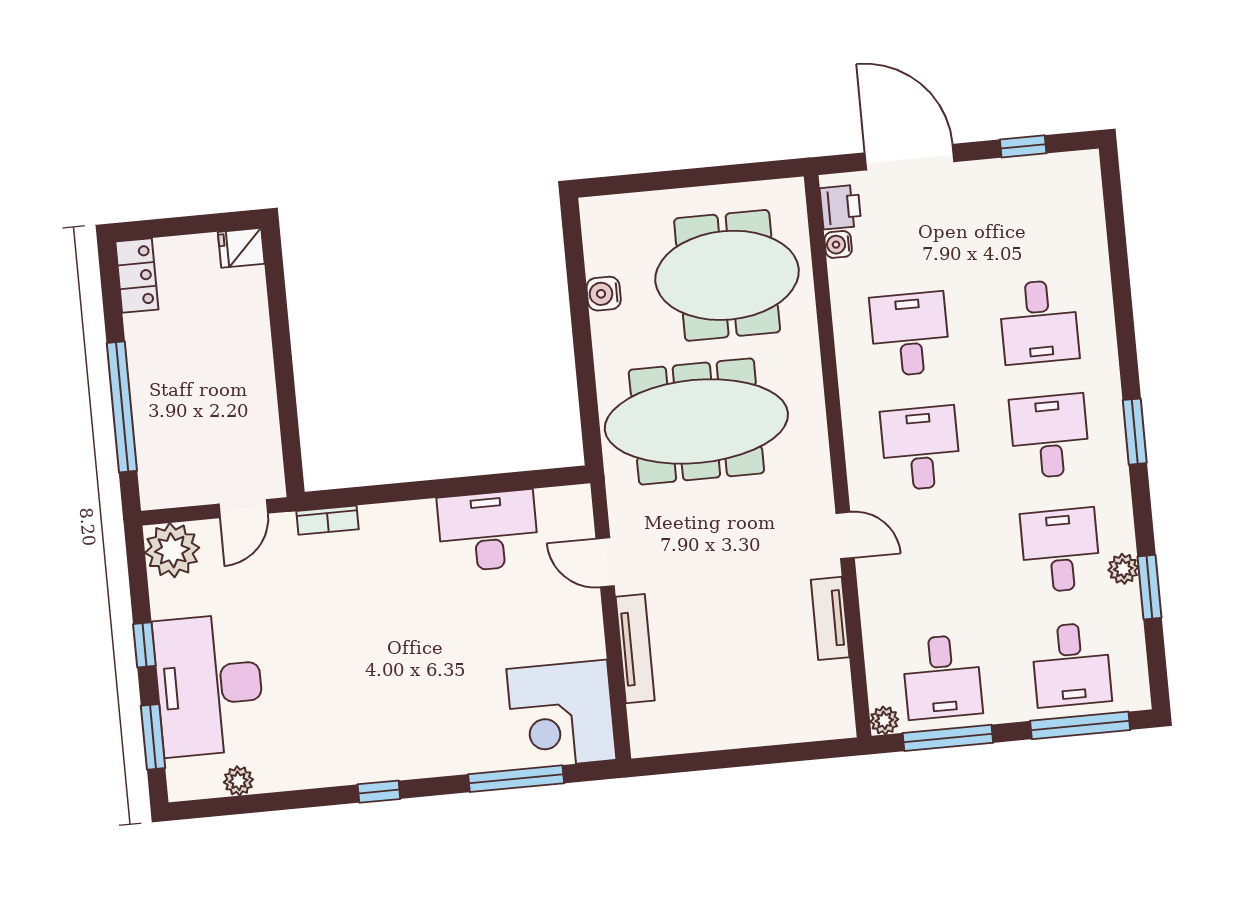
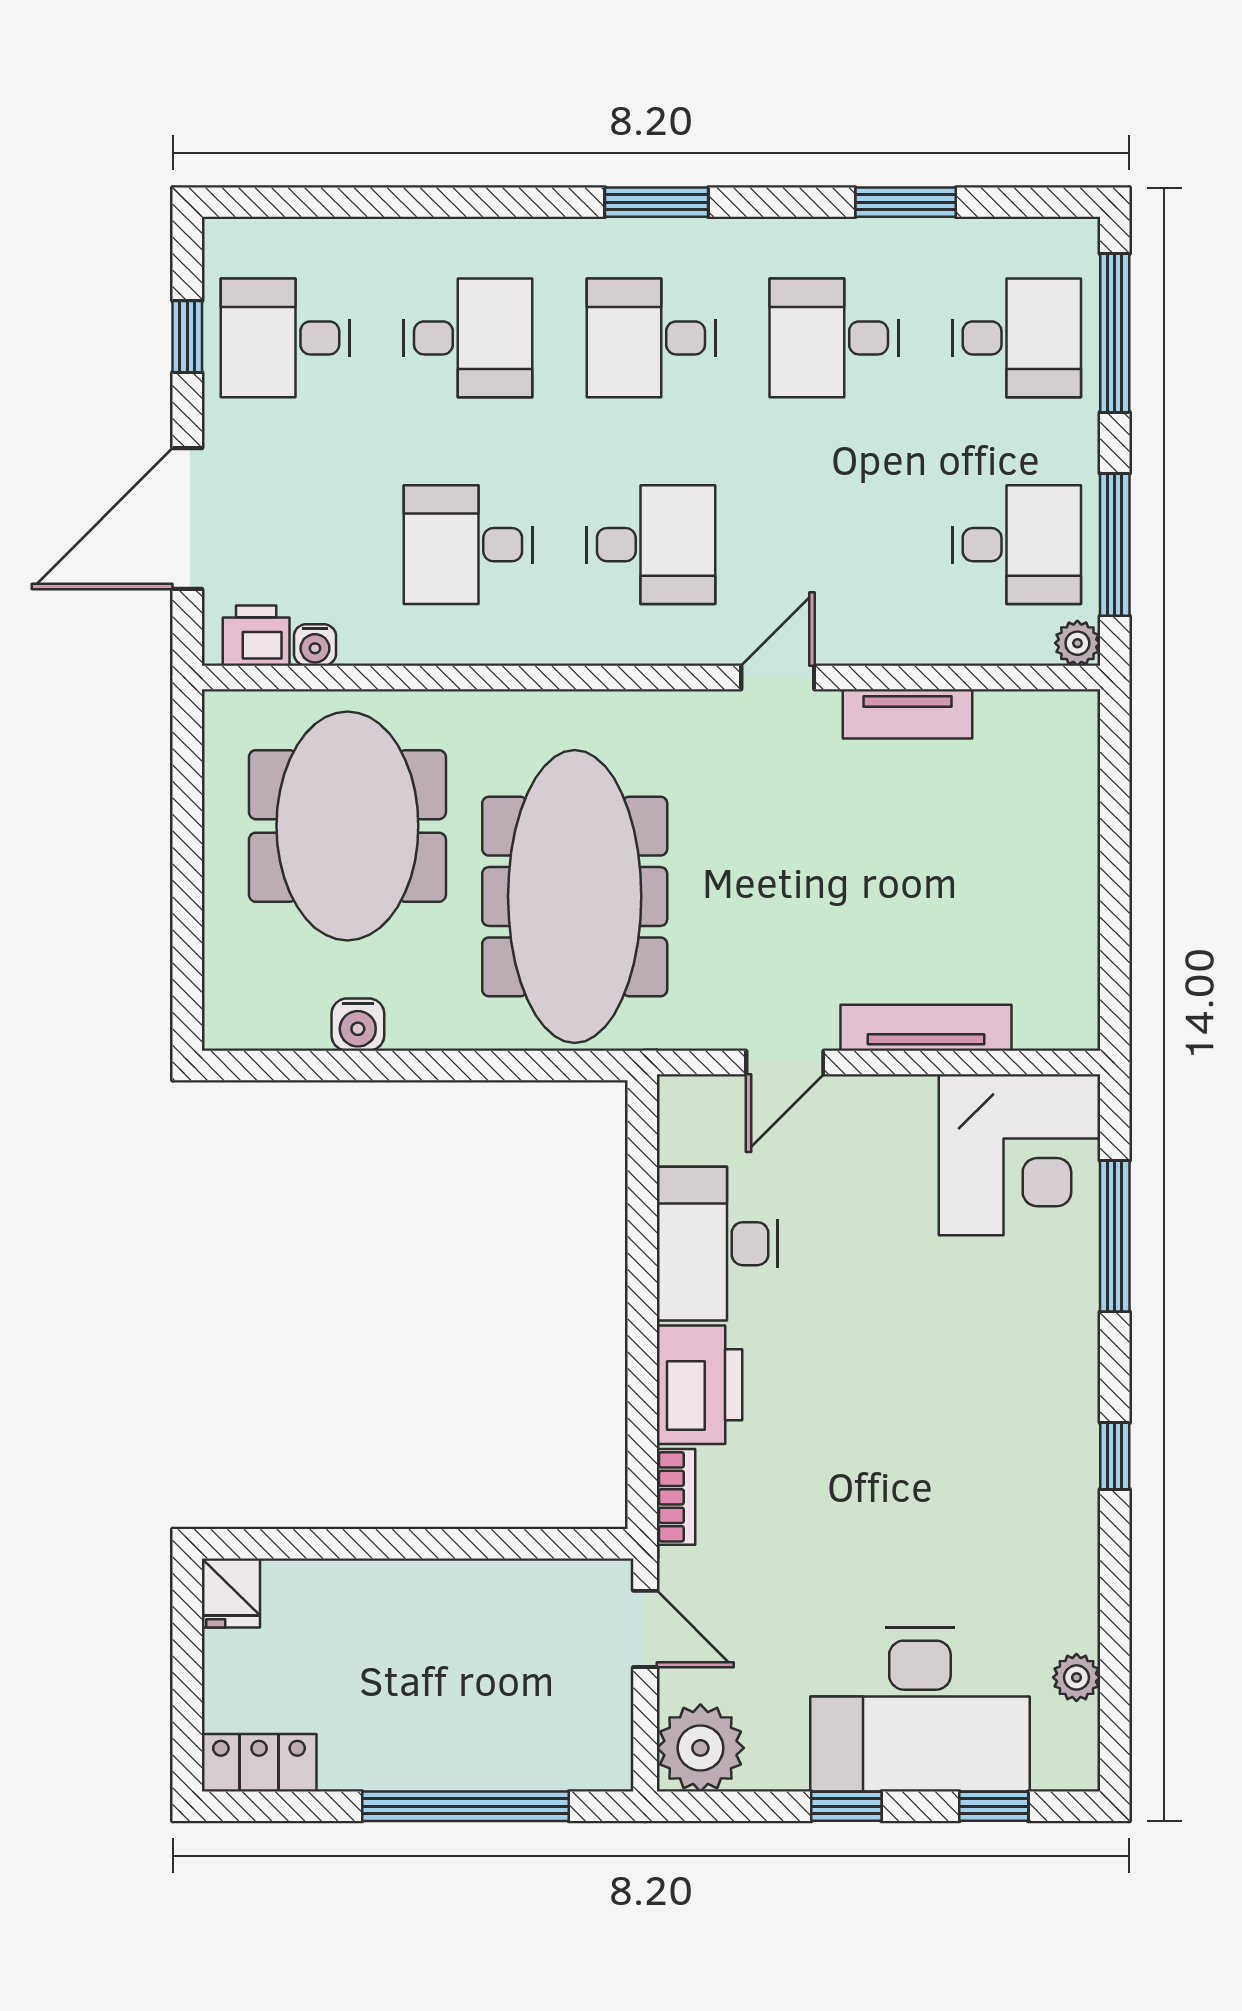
desk: (1028, 208) -> (285, 338), added
desk: (921, 448) -> (651, 545), turned 180
printer: (399, 528) -> (699, 1385), added
plant: (1123, 569) -> (873, 241), removed
window: (153, 737) -> (994, 1806), width x0.67

